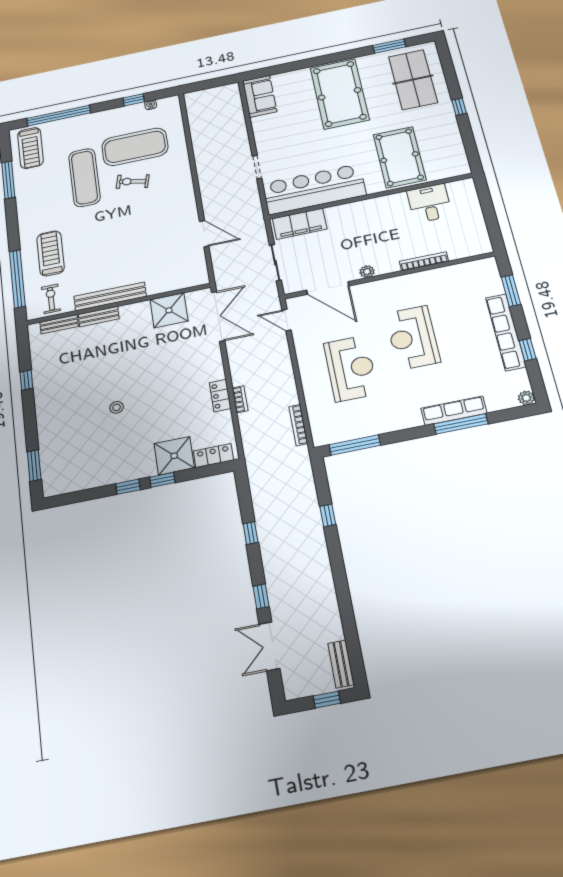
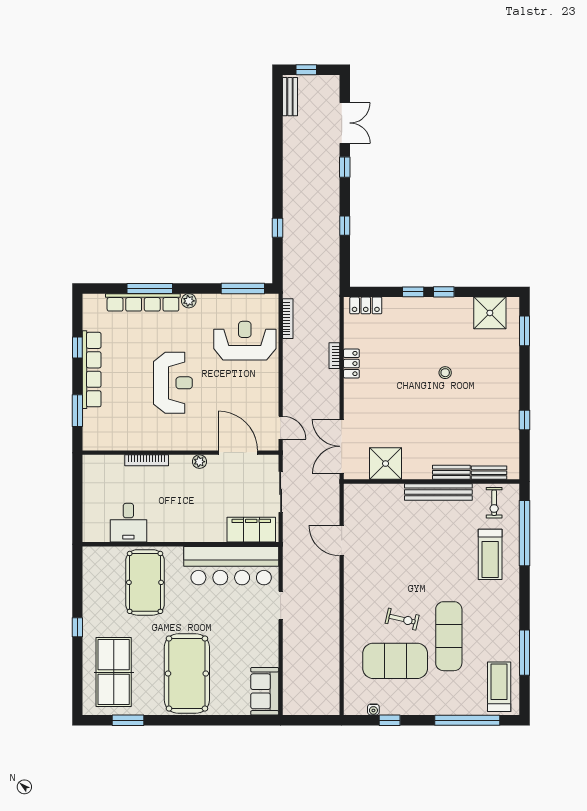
reception desk: (351, 368) -> (245, 341), moved, turned 90
plant: (526, 398) -> (189, 301), moved
row of seats: (454, 411) -> (143, 302), width x1.36
shower: (174, 456) -> (490, 313), moved

